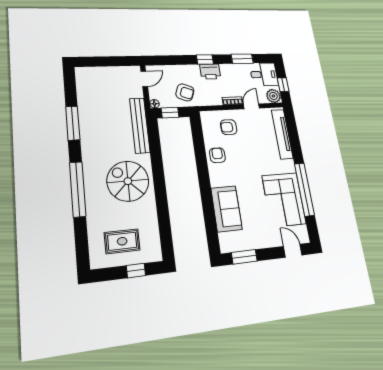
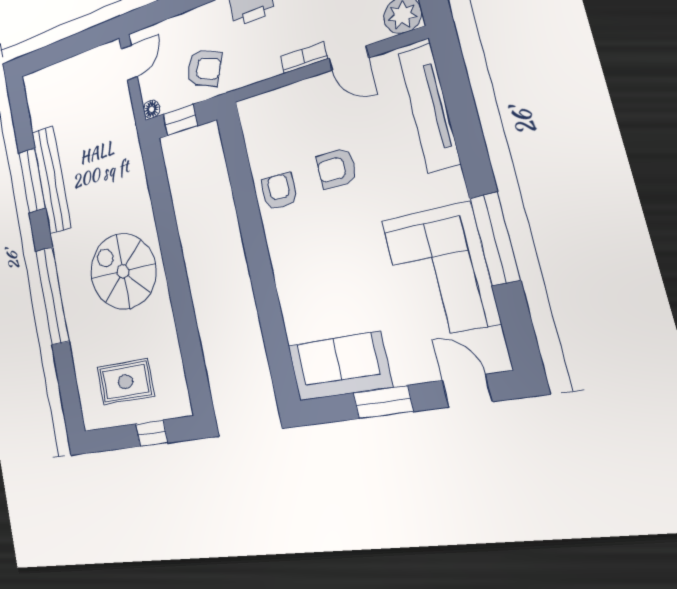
door: (251, 106) -> (349, 58), swing flipped
bench: (140, 125) -> (51, 180), moved
armchair: (229, 127) -> (336, 169), moved
window: (304, 189) -> (495, 239), width x0.68
sofa: (226, 209) -> (339, 366), moved, turned -90
window: (244, 257) -> (383, 402), moved

